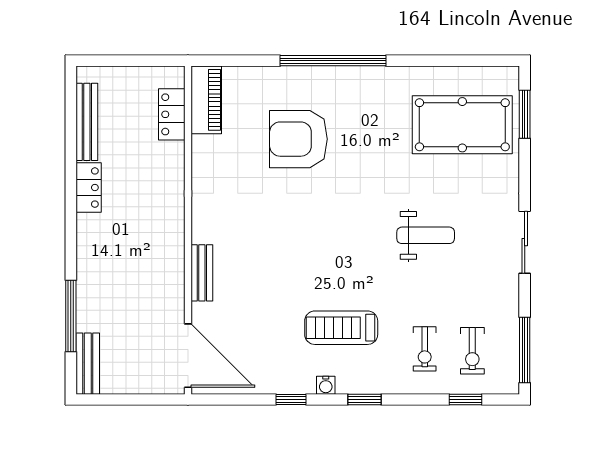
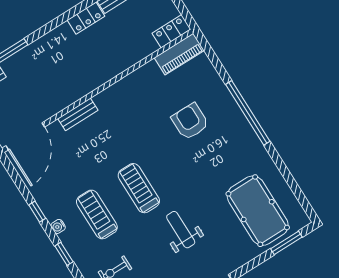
locker: (172, 114) -> (171, 31), moved
armchair: (298, 139) -> (190, 121), width x0.73, depth x0.73
weight bench: (426, 235) -> (181, 230), turned 180
treadmill: (341, 255) -> (139, 188), added

